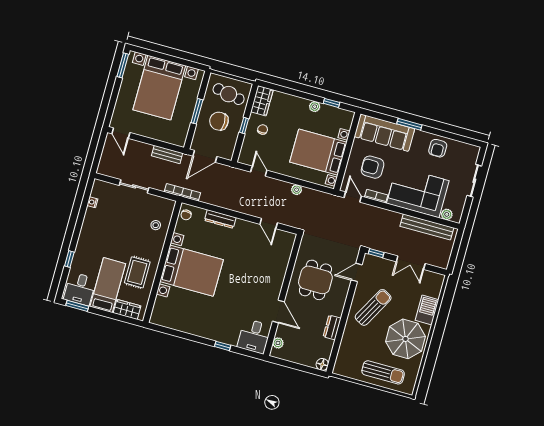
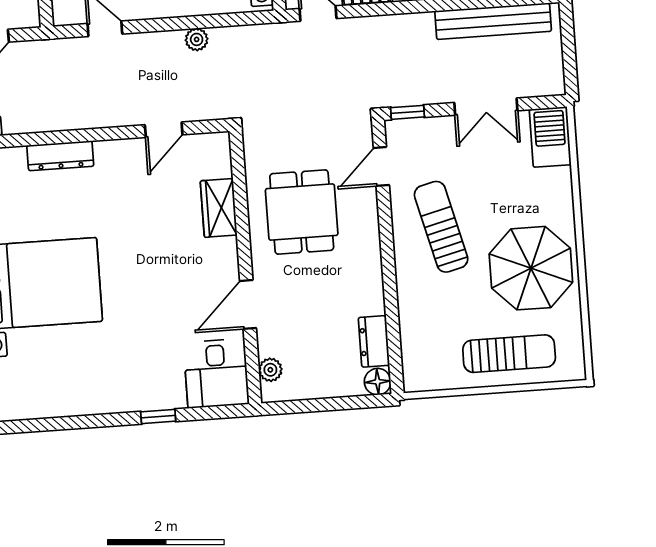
door: (269, 224) -> (164, 130), hinge flipped
wardrobe: (280, 266) -> (219, 208), added
sun lounger: (373, 307) -> (441, 227), turned -43
barbecue: (427, 310) -> (550, 137), moved
door: (278, 311) -> (248, 304), swing flipped
dresser: (332, 327) -> (374, 341), moved

